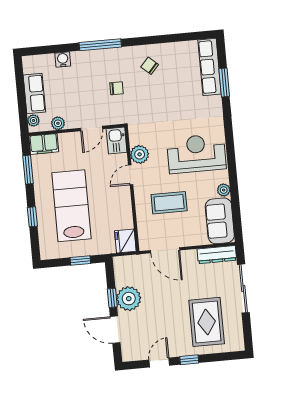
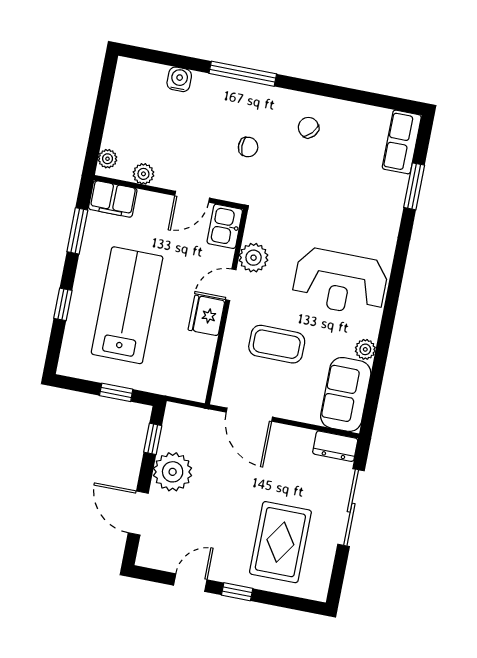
row of seats: (210, 67) -> (402, 142), width x0.68
row of seats: (34, 93) -> (121, 118), removed
reception desk: (196, 154) -> (340, 282), turned 180
fridge: (125, 241) -> (206, 315), moved
dresser: (217, 255) -> (335, 446), width x0.70
window: (112, 298) -> (153, 439), moved

